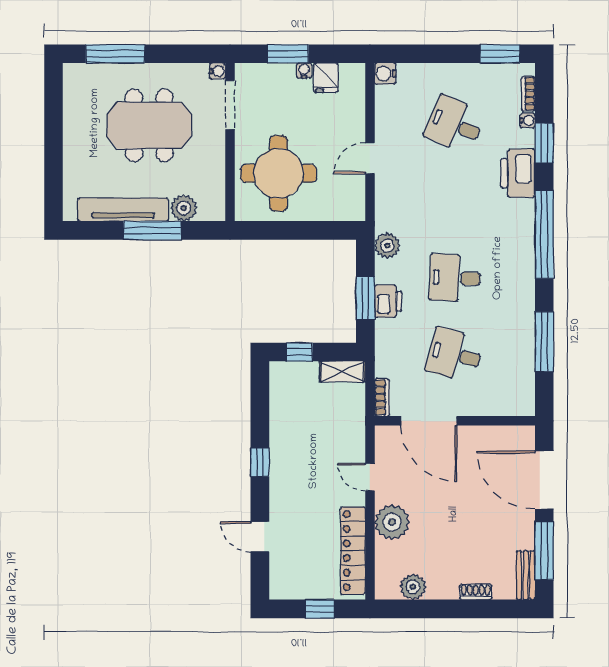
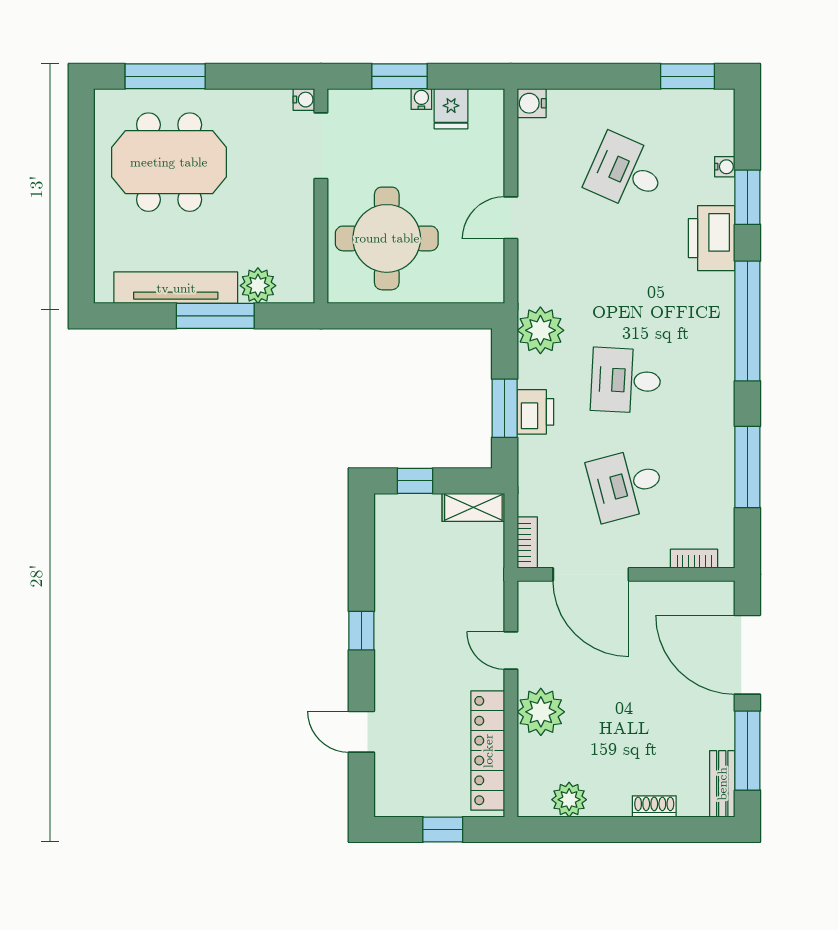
bookcase: (528, 94) -> (694, 559), moved, turned 90
meeting table: (149, 125) -> (169, 162), moved
plant: (387, 246) -> (540, 330), width x1.36, depth x1.36
desk: (455, 355) -> (626, 485), turned -30

